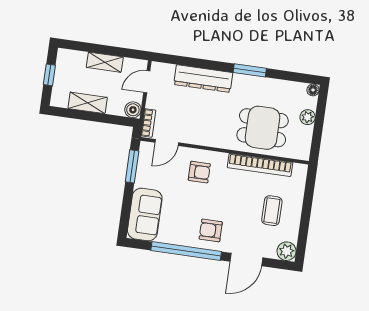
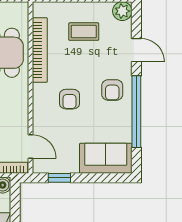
window: (132, 166) -> (59, 178), width x0.67
armchair: (199, 172) -> (69, 99), moved, turned 180
door: (246, 260) -> (136, 50), width x0.73

